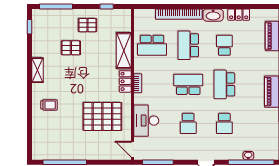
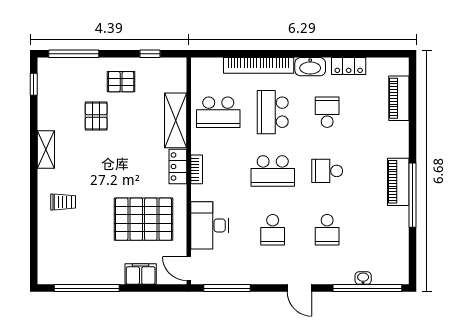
pallet: (71, 48) -> (96, 116), turned 90
school desk: (188, 84) -> (273, 171), turned 180
school desk: (224, 84) -> (327, 171), width x0.54
filing cabinet: (100, 153) -> (141, 274), added

